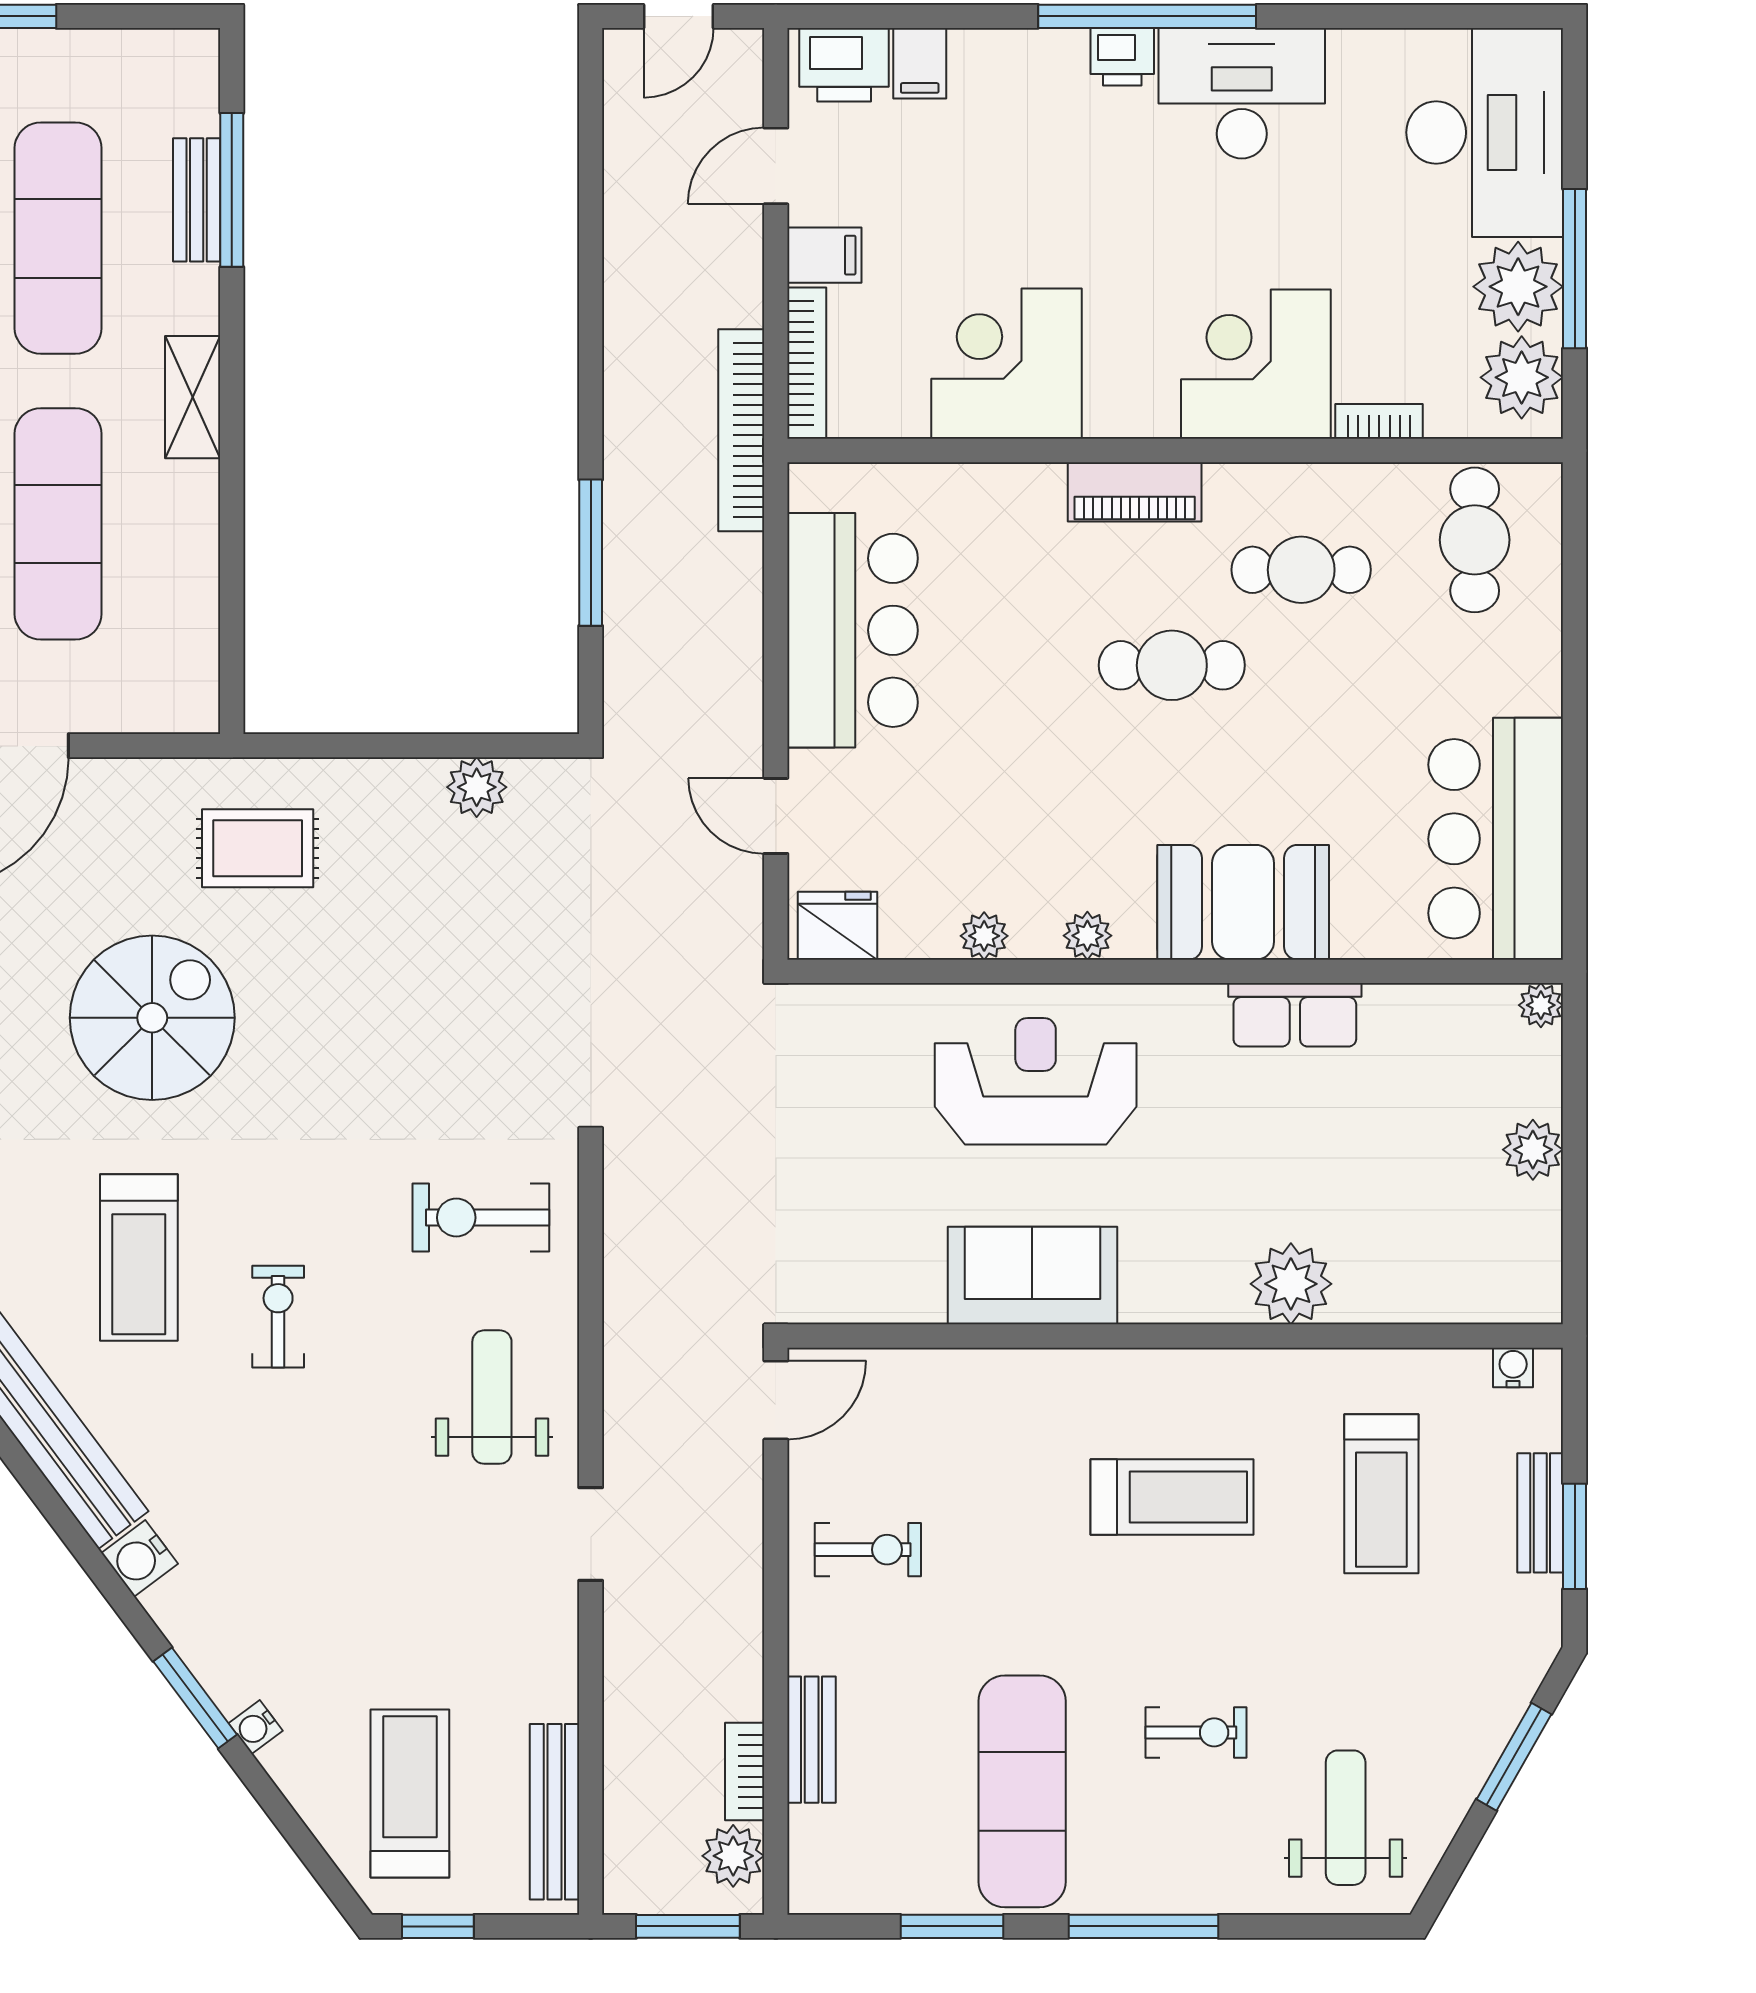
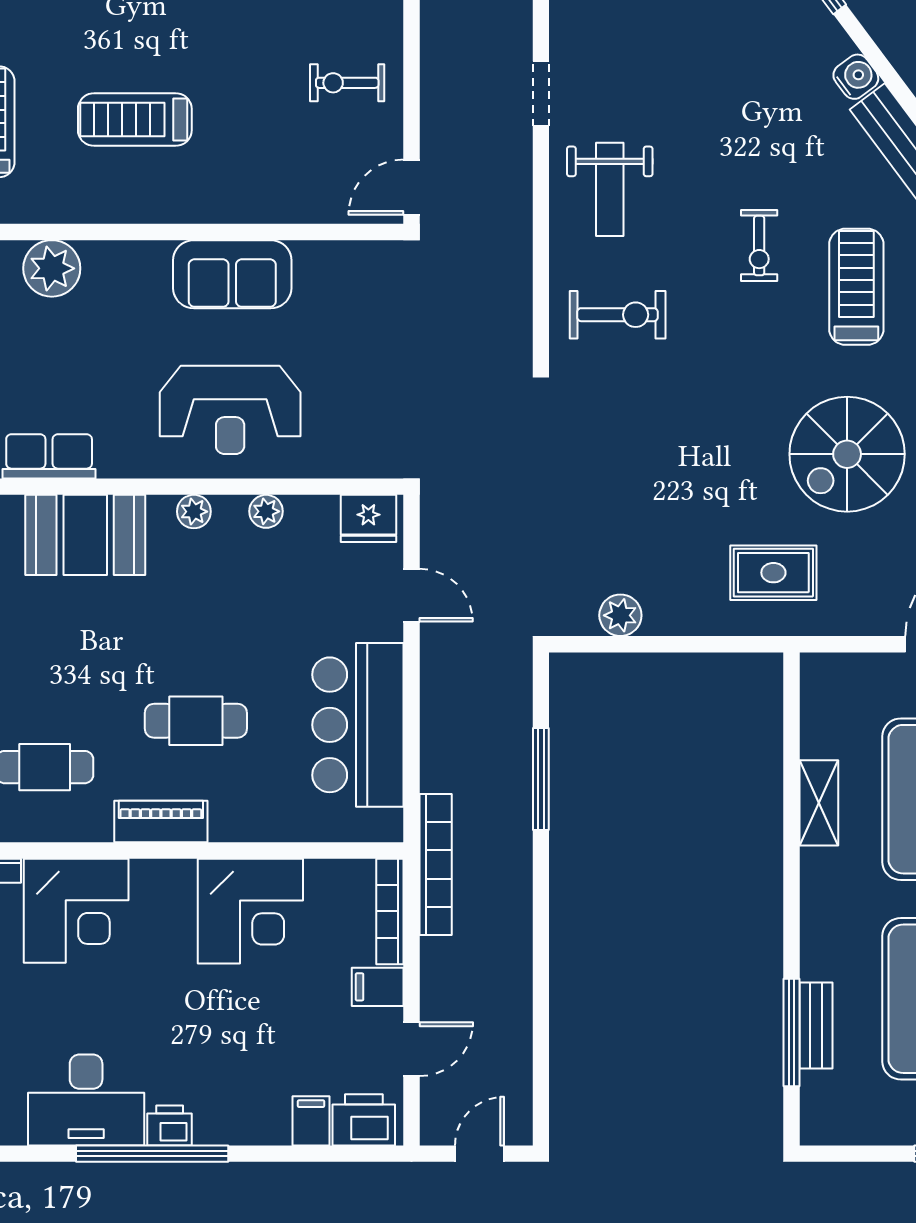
shelving: (193, 397) -> (819, 803), moved
cafe table: (1172, 665) -> (196, 721), moved

